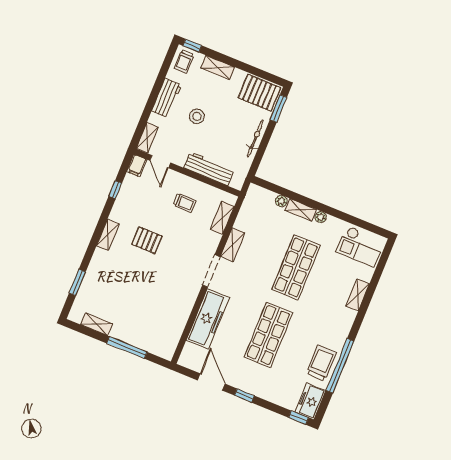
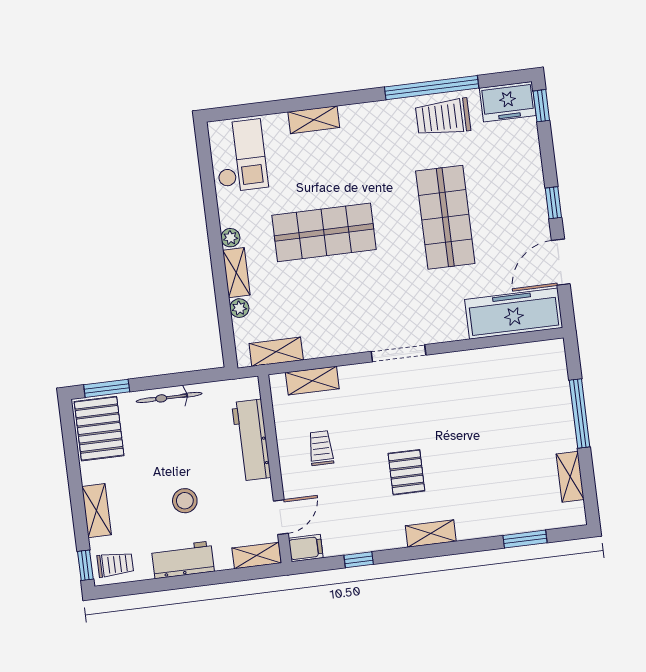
shelving: (233, 245) -> (276, 352), moved
freezer: (208, 319) -> (514, 314), moved
shop shelf: (268, 335) -> (445, 217), turned 90

